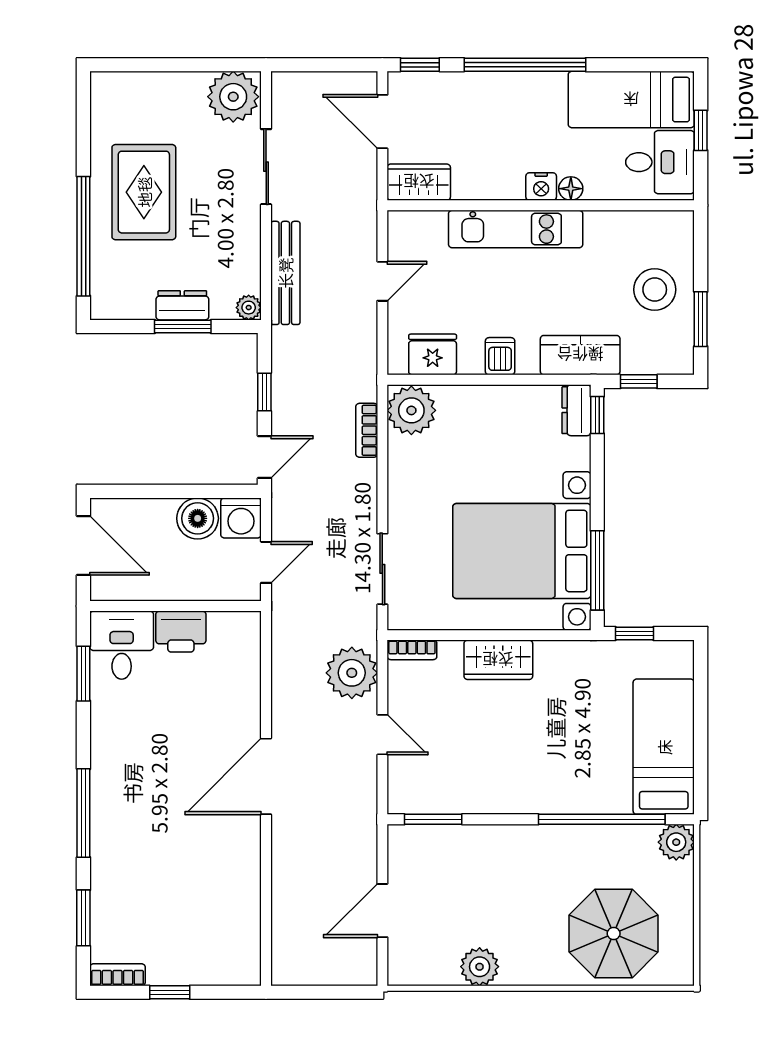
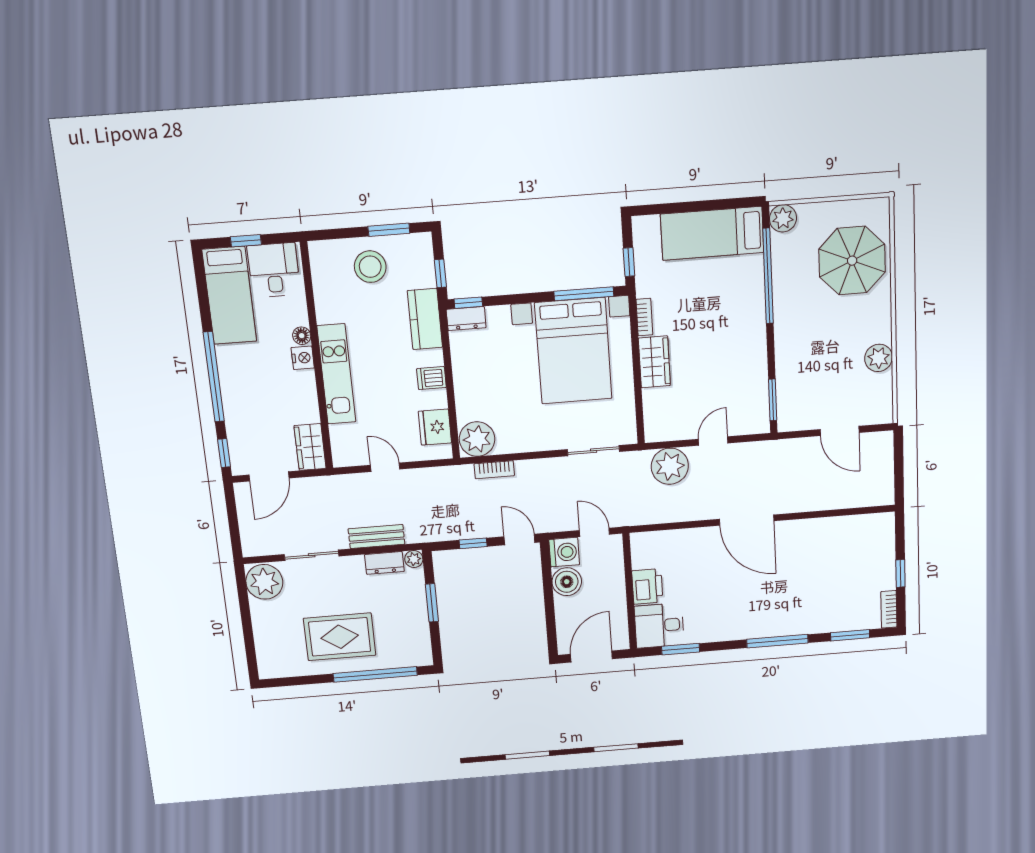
bench: (285, 273) -> (377, 537), width x0.73
dresser: (182, 305) -> (384, 563), moved, turned -90
bookcase: (412, 650) -> (644, 317), moved

